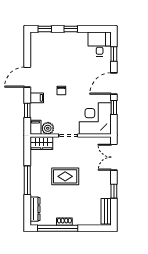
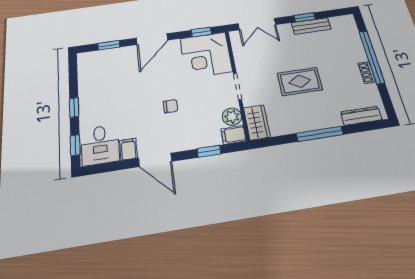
desk: (100, 44) -> (100, 145), moved, turned -90
door: (114, 84) -> (152, 39), hinge flipped
filing cabinet: (37, 98) -> (128, 149), moved
window: (114, 108) -> (201, 32), moved
rug: (65, 176) -> (300, 81), turned 90
bench: (106, 211) -> (311, 26), moved
window: (58, 228) -> (372, 57), moved

